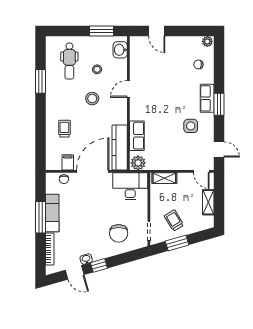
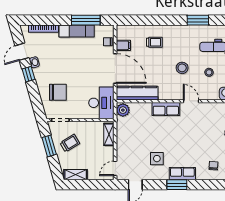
row of seats: (137, 136) -> (166, 109), moved
shelving: (208, 202) -> (76, 175), moved
window: (40, 217) -> (86, 20), moved
chair: (119, 233) -> (58, 92), turned 180

